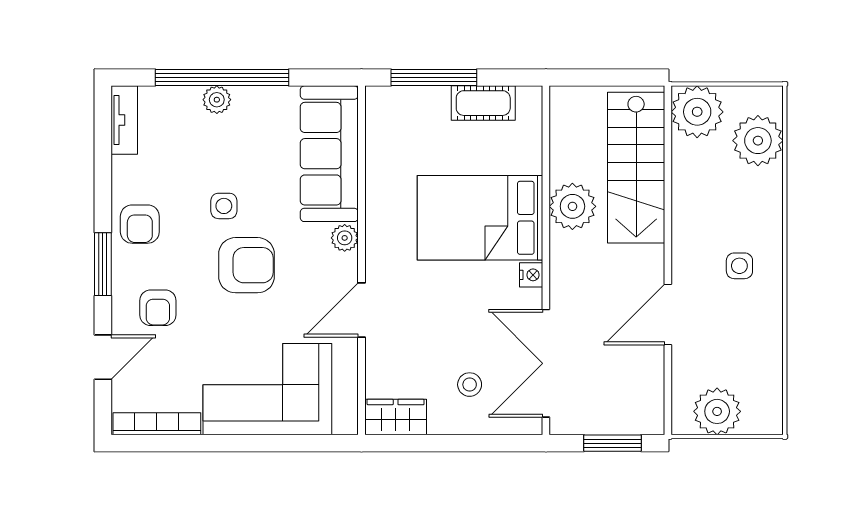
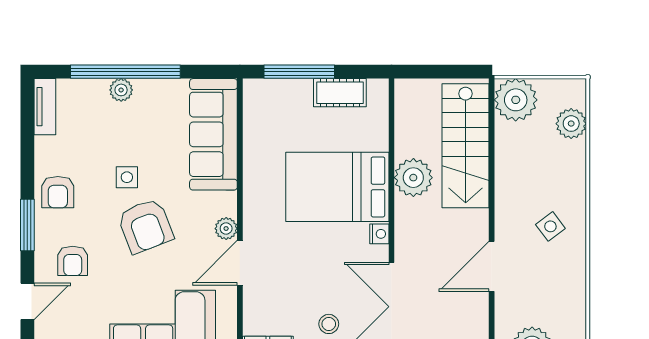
plant: (758, 141) -> (571, 124), width x0.73, depth x0.73
plant: (345, 238) -> (226, 229), moved
armchair: (246, 265) -> (145, 226), turned 69
side table: (739, 266) -> (550, 226), turned -37

